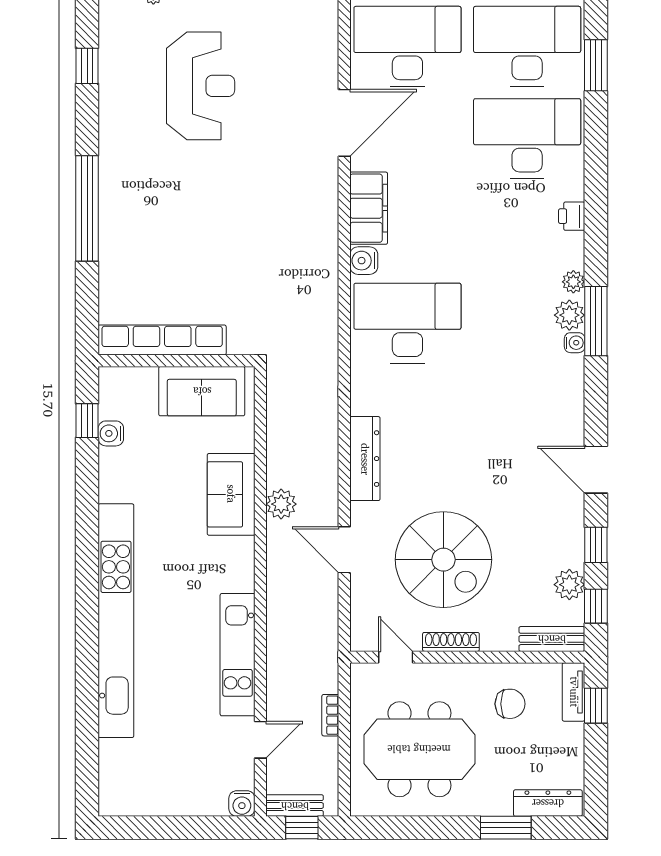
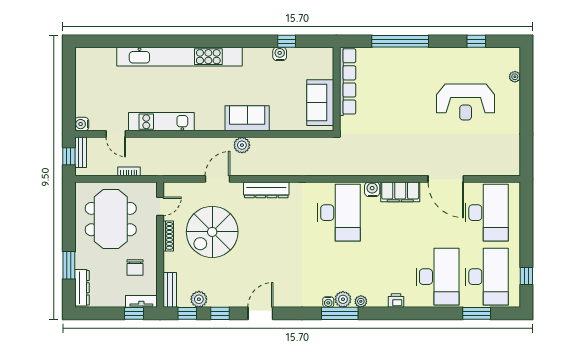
row of seats: (162, 340) -> (348, 81), moved
wall: (177, 361) -> (337, 89), moved
sofa: (202, 391) -> (320, 103), moved

